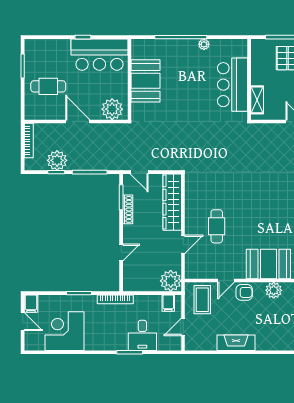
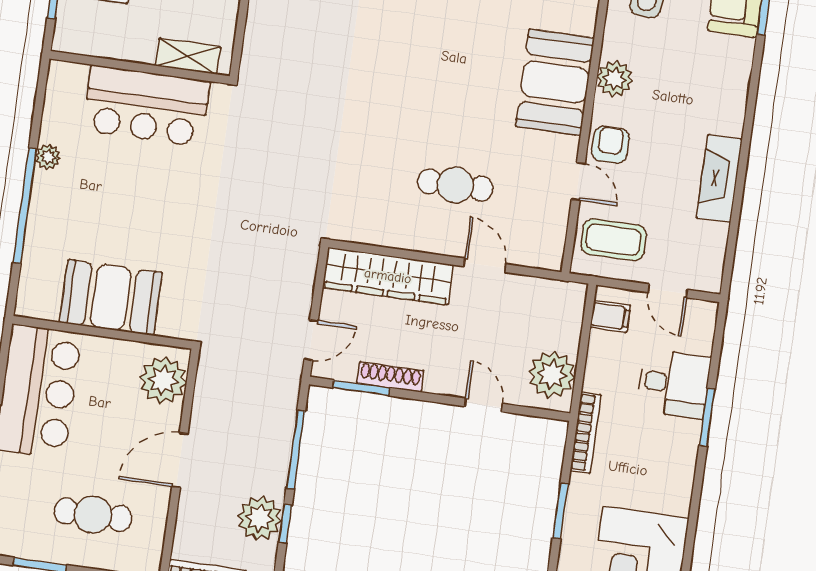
cafe table: (48, 86) -> (93, 515), turned 90
plant: (171, 281) -> (552, 375), moved

